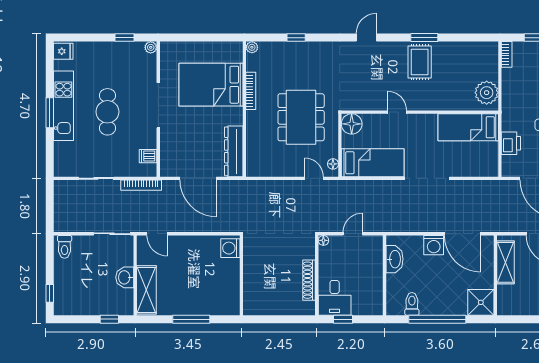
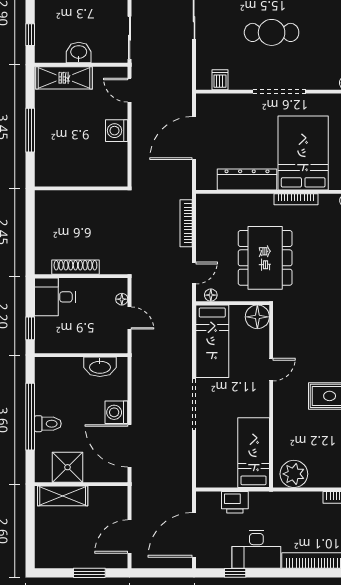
dining table: (301, 117) -> (265, 258), turned 90
dresser: (234, 151) -> (247, 180), moved
bookcase: (141, 185) -> (186, 223), moved
door: (157, 234) -> (130, 90), hinge flipped
door: (463, 234) -> (130, 446), hinge flipped
floor lamp: (323, 240) -> (122, 299), moved
washing machine: (230, 248) -> (117, 131), moved, turned -90
shelving: (505, 262) -> (63, 496), moved
shower: (481, 302) -> (68, 467), moved
toilet: (412, 304) -> (48, 424), moved
window: (343, 319) -> (30, 328), moved

